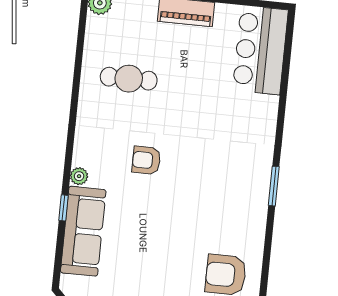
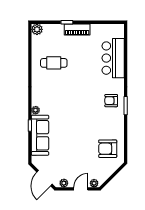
bar counter: (260, 50) -> (113, 58), moved
armchair: (146, 160) -> (111, 101), moved

